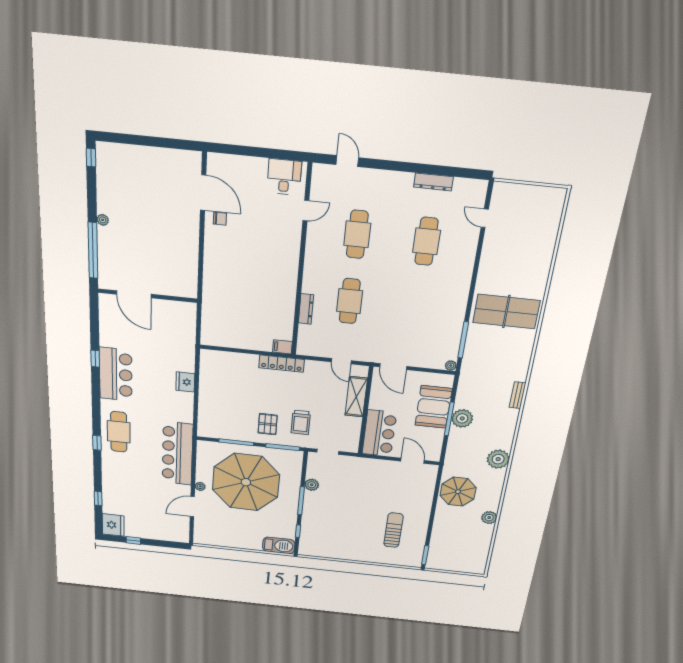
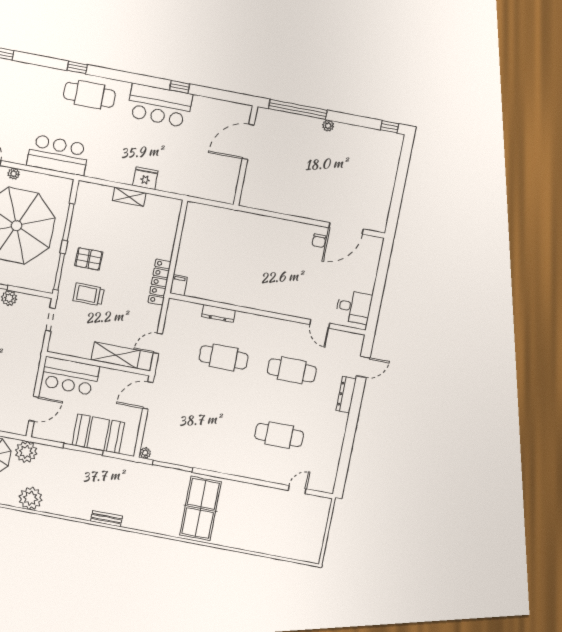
dresser: (433, 182) -> (346, 395), moved
shelving: (205, 394) -> (129, 197), added
plant: (462, 418) -> (26, 452), moved
bar counter: (177, 454) -> (58, 155), width x0.73

